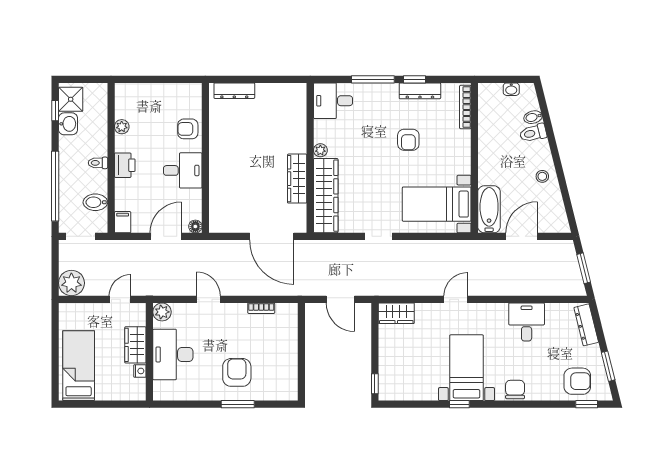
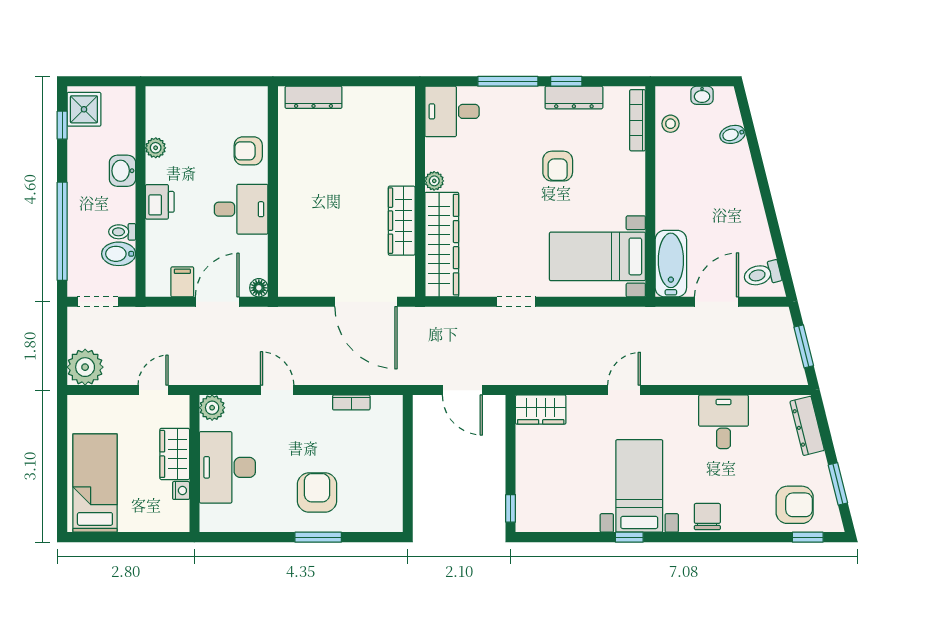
washbasin: (68, 124) -> (122, 171), moved, turned 180
toilet: (533, 133) -> (762, 274), moved
toilet: (98, 163) -> (122, 232), moved
stool: (542, 176) -> (670, 124), moved
filing cabinet: (123, 222) -> (182, 282), moved

